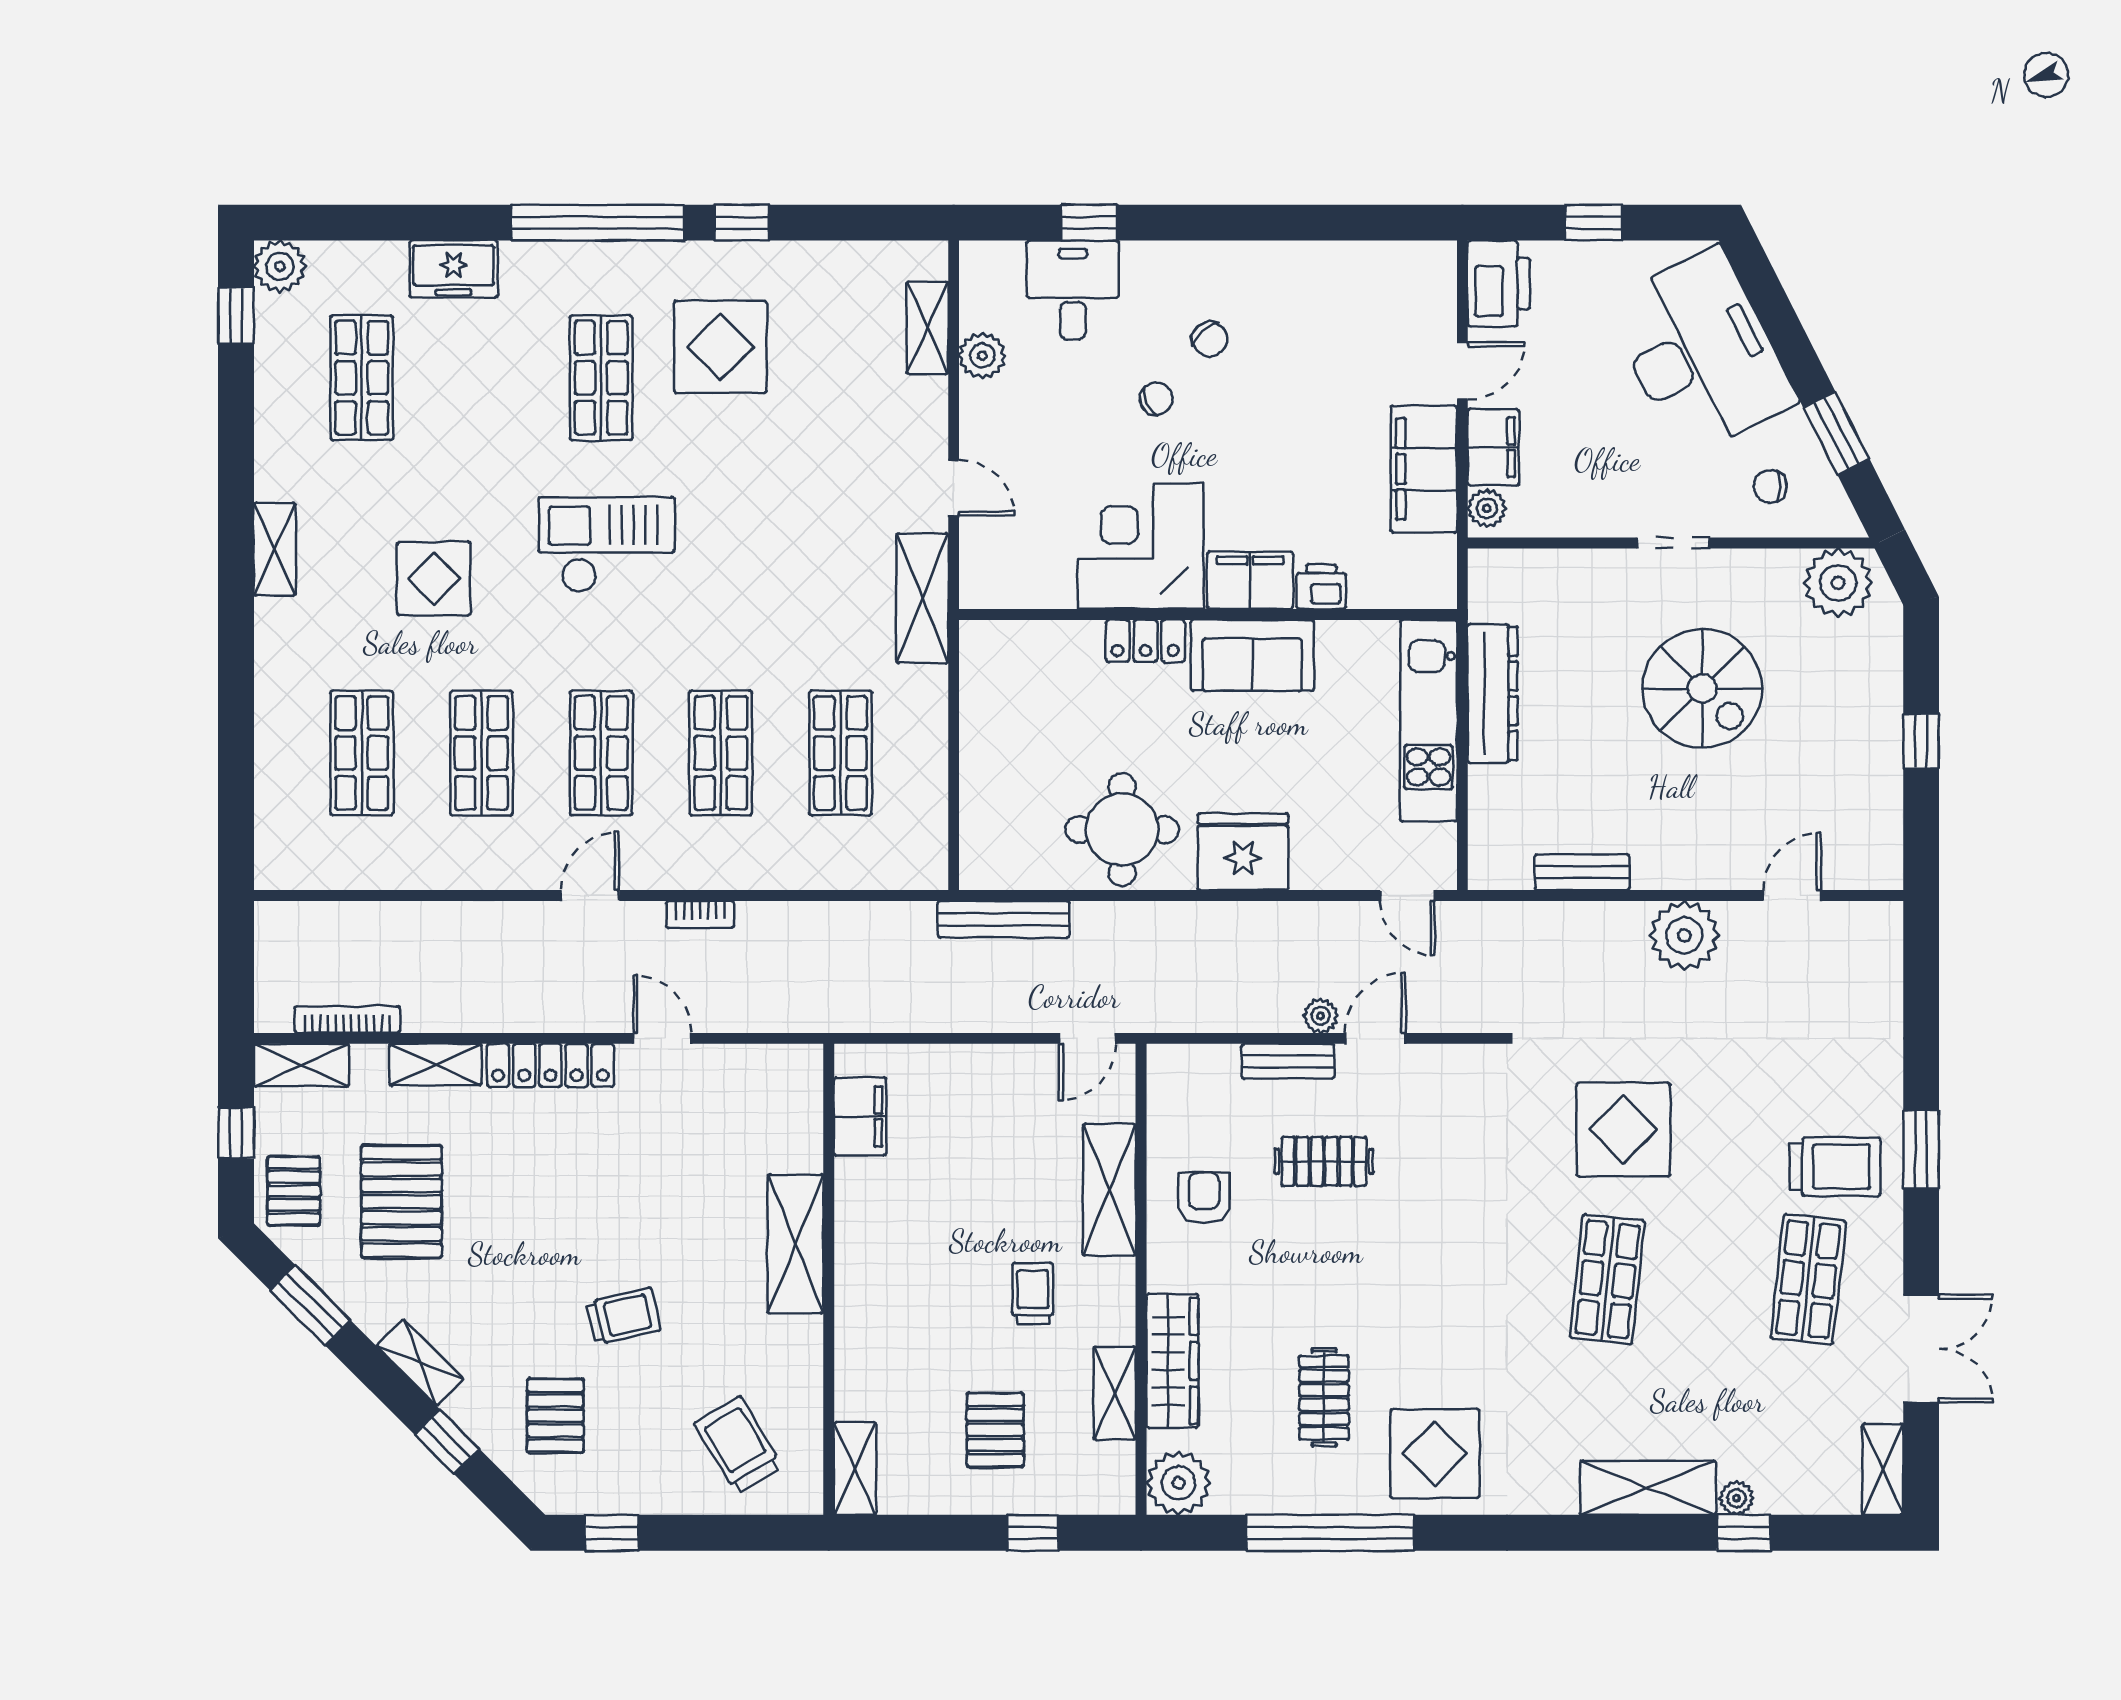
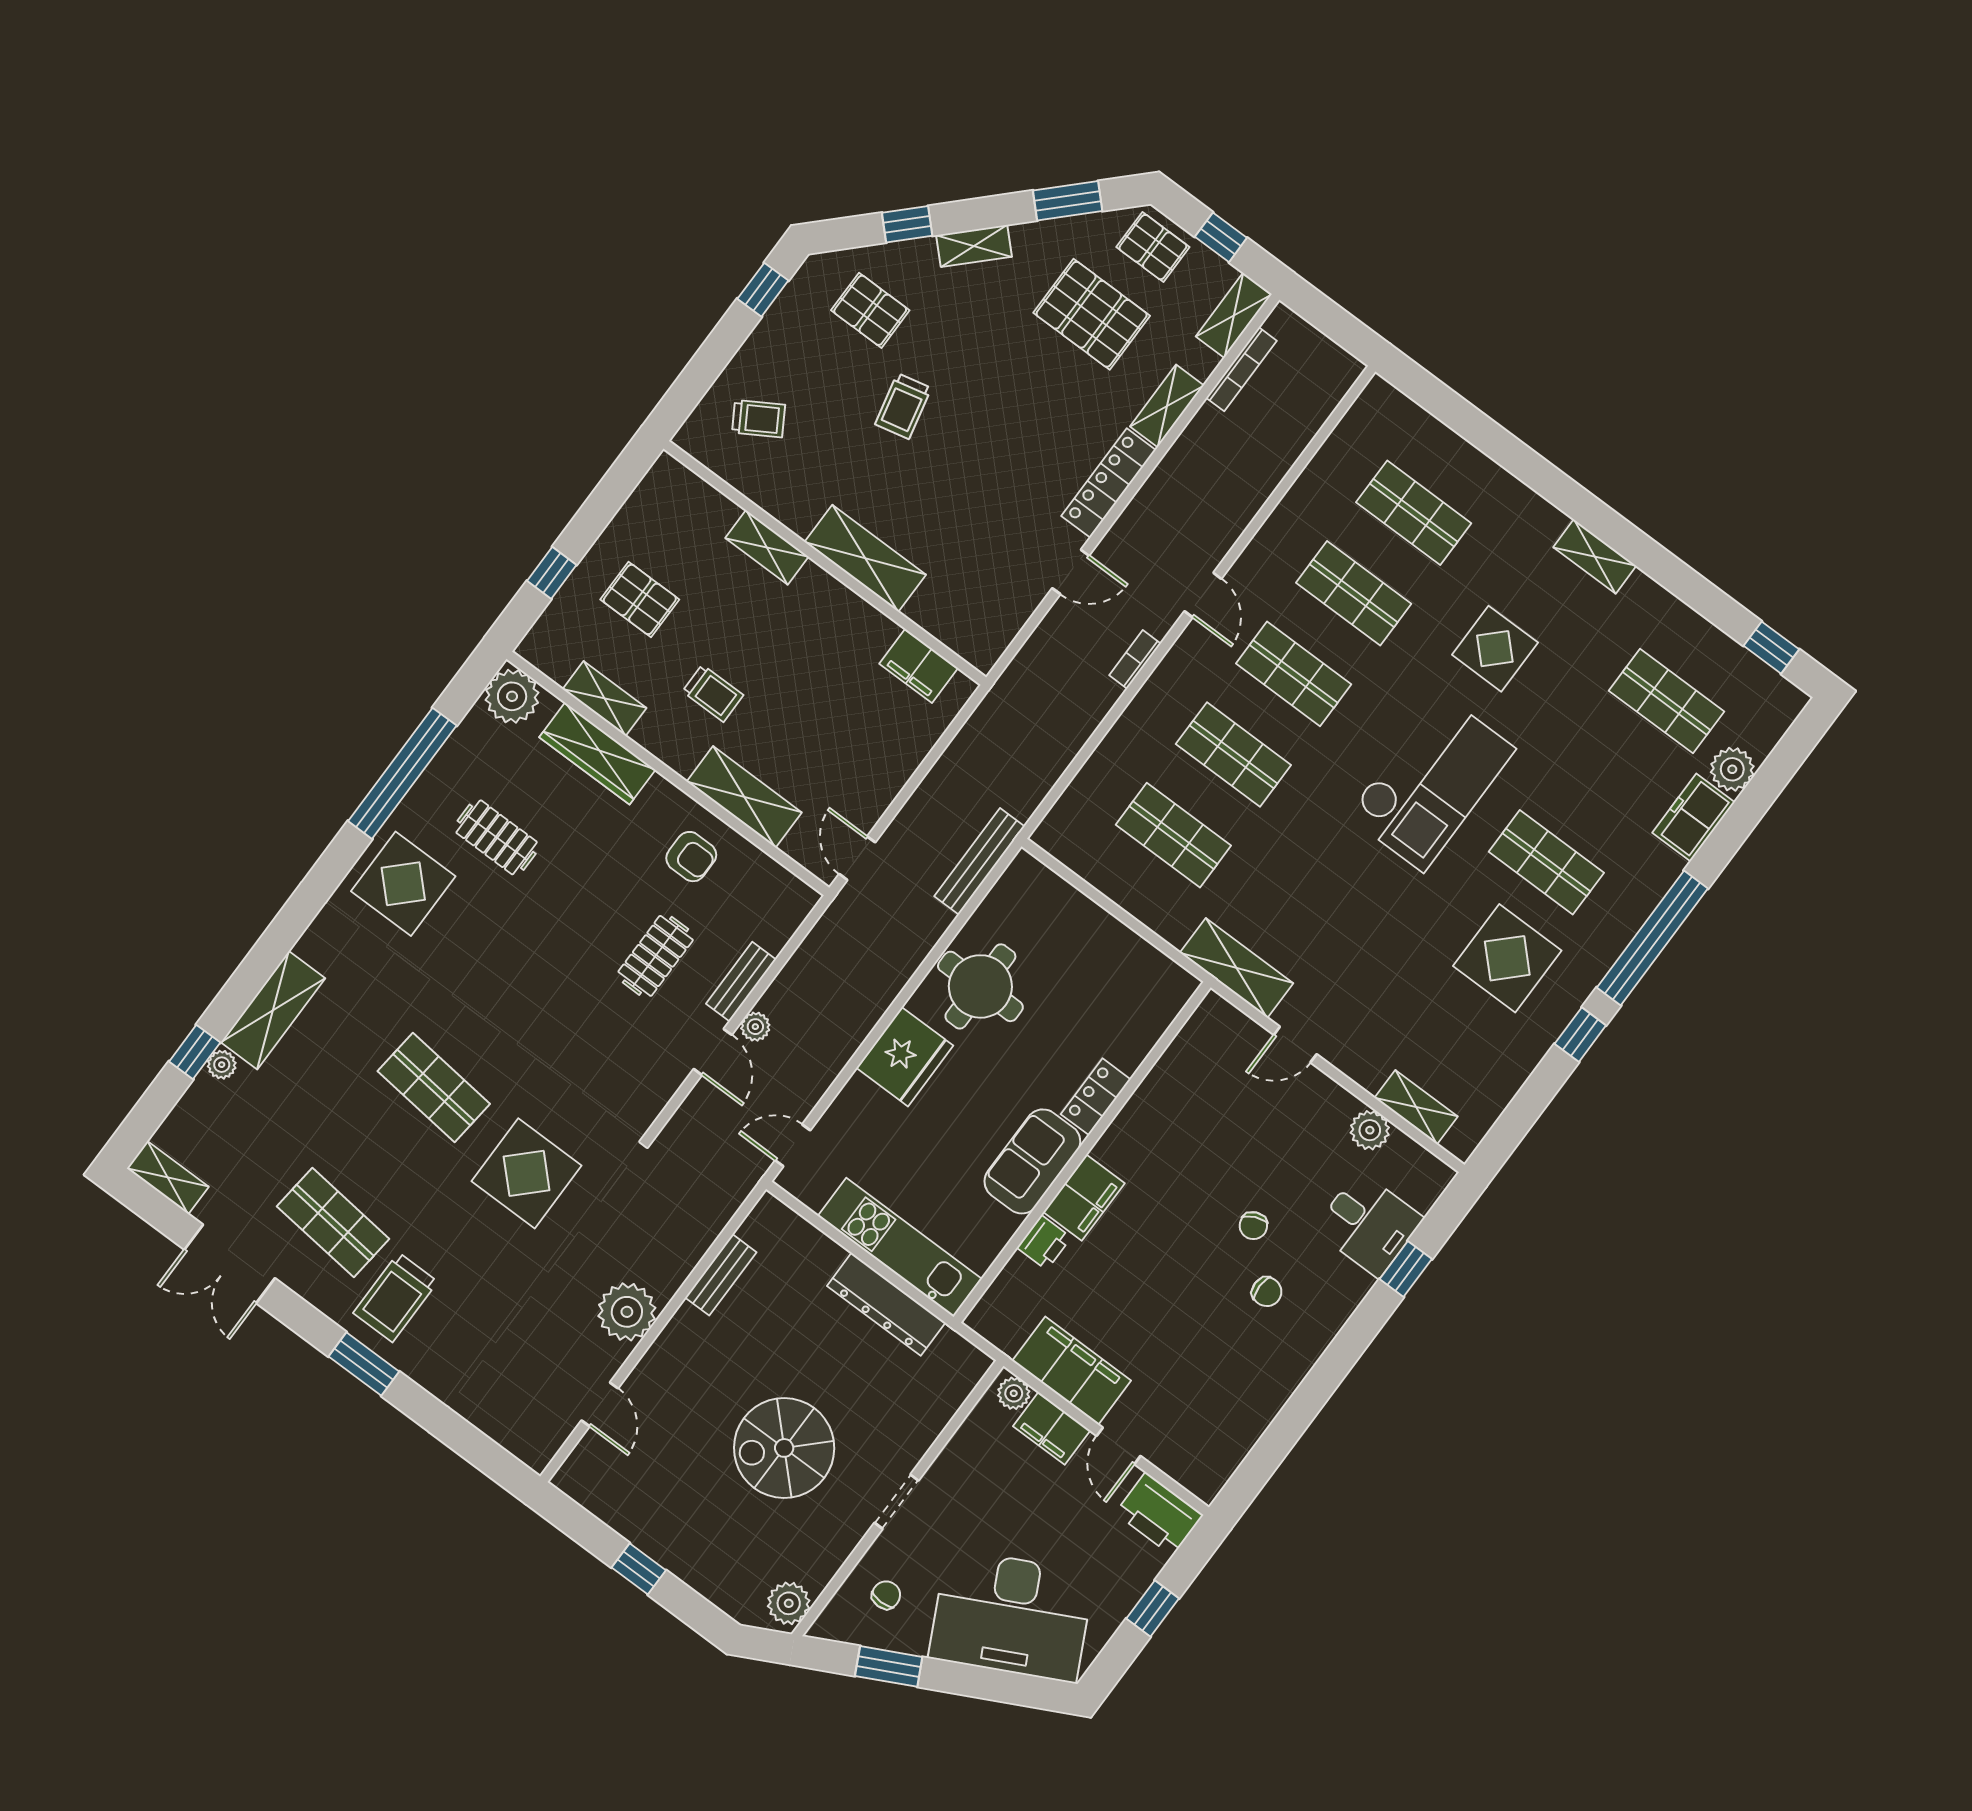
plant: (280, 266) -> (1732, 769), moved
chair: (1210, 339) -> (1267, 1292), turned -138
checkout: (606, 545) -> (1431, 782), width x1.36, depth x1.21
corner desk: (1141, 546) -> (1162, 1141), removed
plant: (1838, 583) -> (789, 1603), width x0.73, depth x0.73
trolley: (738, 1445) -> (759, 419), width x0.73, depth x0.72
shelving: (855, 1468) -> (767, 547), moved

